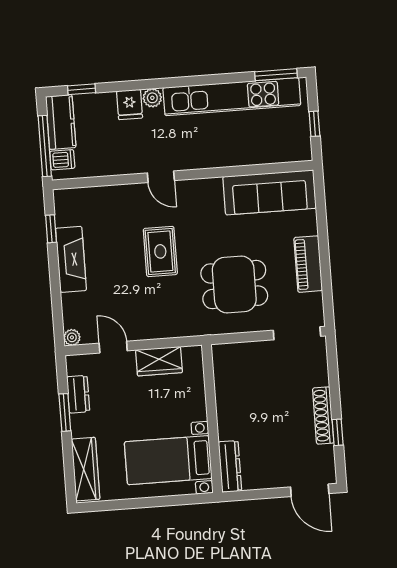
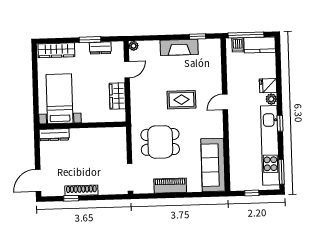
window: (82, 89) -> (280, 123), moved
dining table: (234, 285) -> (160, 142), turned 90

